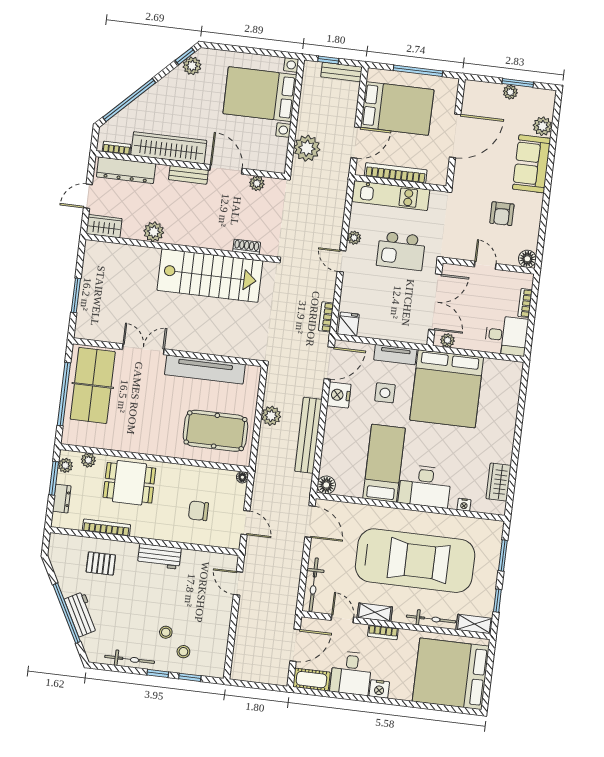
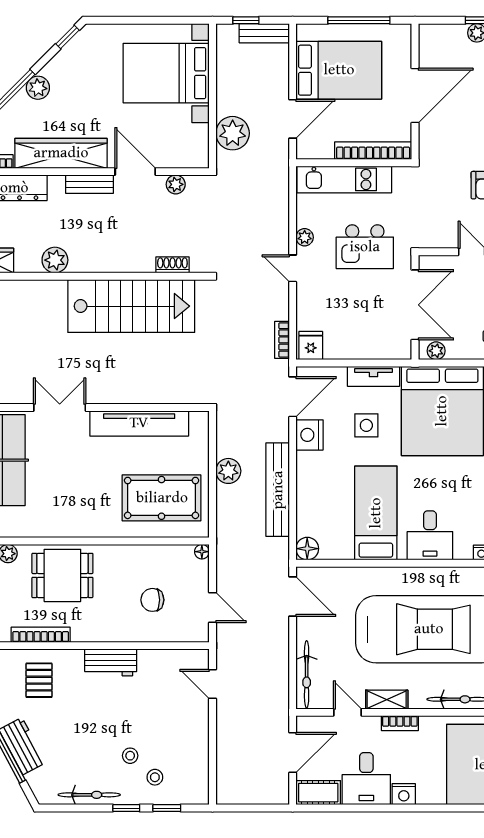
plant: (192, 66) -> (38, 88), moved
bookcase: (396, 173) -> (373, 151), moved
desk: (425, 486) -> (430, 535), width x0.73
pallet: (101, 564) -> (39, 680), turned 90

